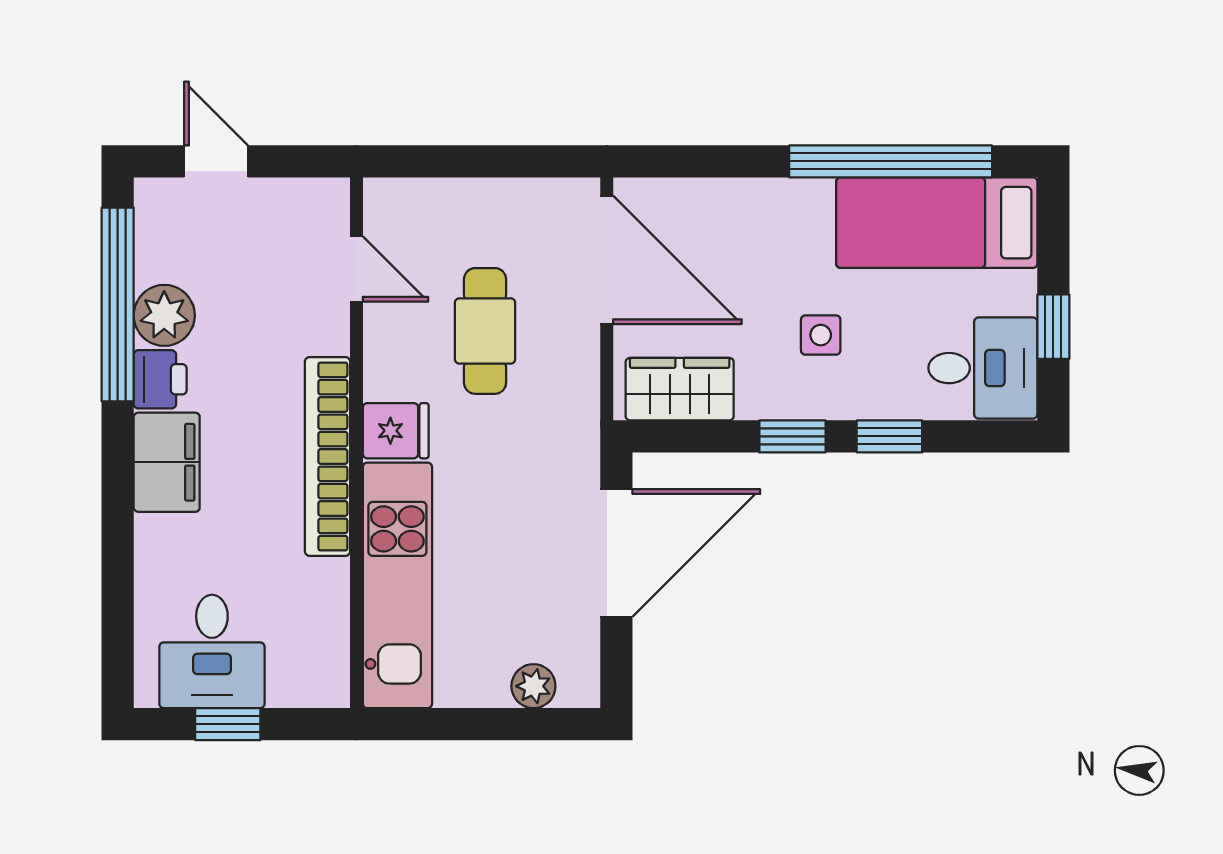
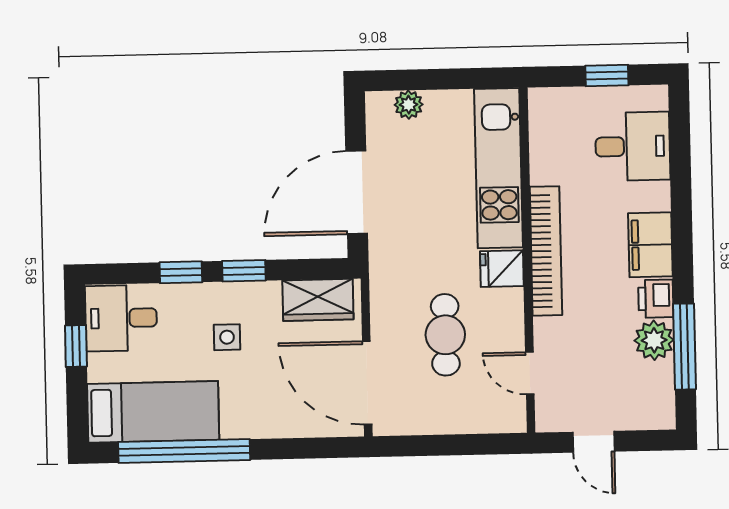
door: (216, 161) -> (594, 442), moved
window: (118, 304) -> (684, 347), width x0.68
desk: (212, 651) -> (633, 146), moved, turned 90

